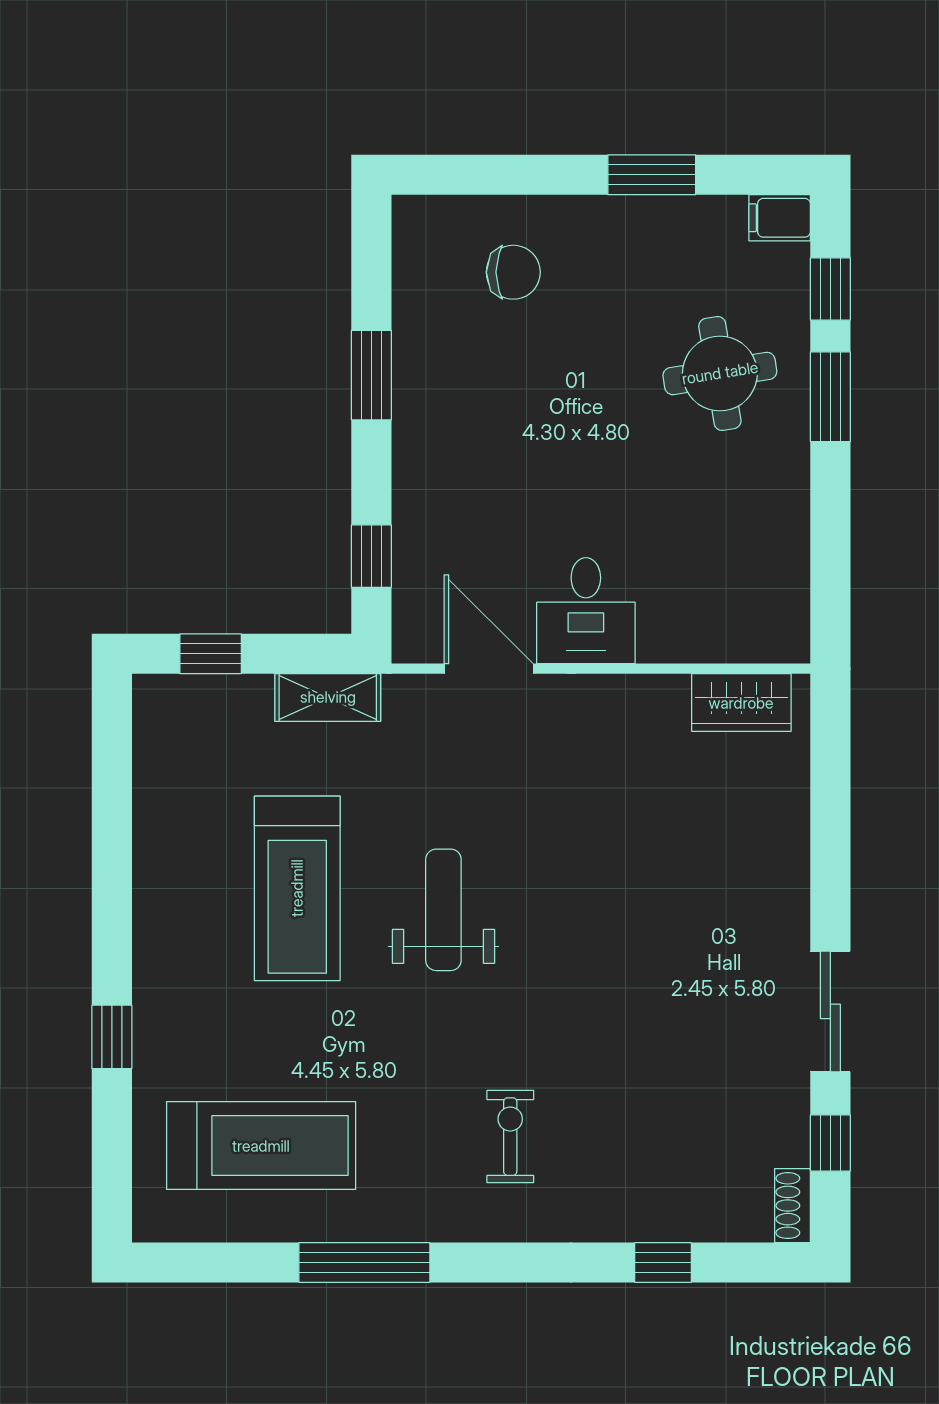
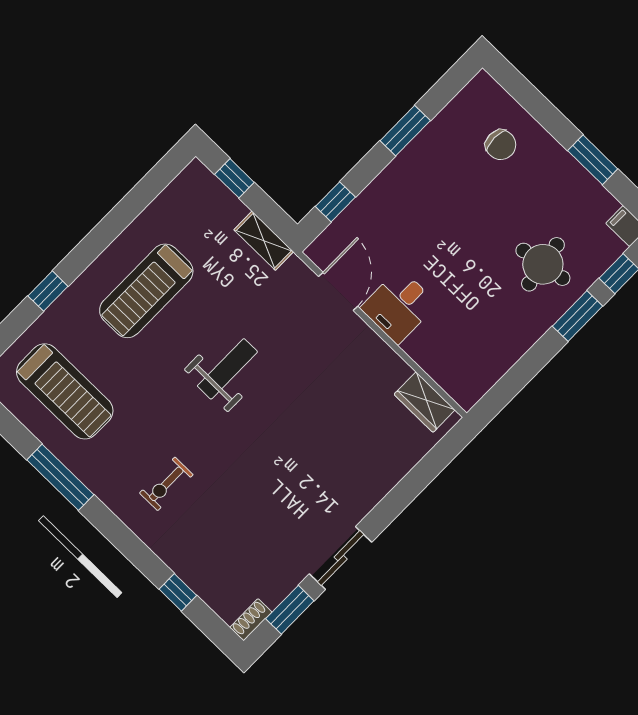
treadmill: (297, 888) -> (146, 291), moved
exercise bike: (510, 1137) -> (166, 484), turned 180
window: (830, 1143) -> (290, 610), width x1.50

